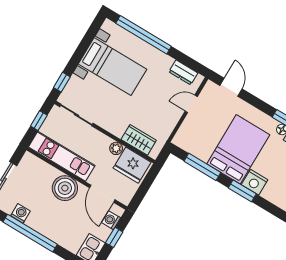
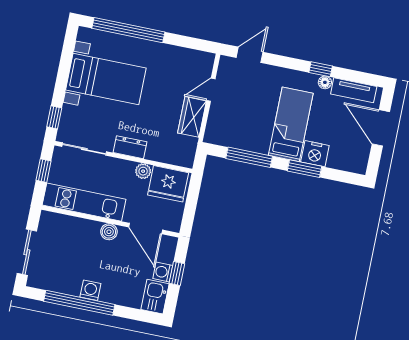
dresser: (183, 72) -> (130, 147), moved, turned 180
door: (231, 87) -> (250, 55), hinge flipped
wardrobe: (139, 140) -> (192, 117), moved, turned -90
bed: (238, 149) -> (291, 124), width x0.67
boiler: (65, 188) -> (109, 232), width x0.54, depth x0.54
washing machine: (20, 213) -> (90, 290), moved
washing machine: (111, 220) -> (163, 272), moved

